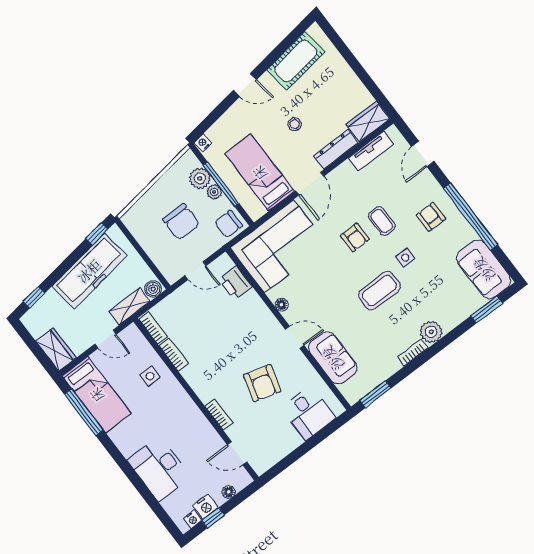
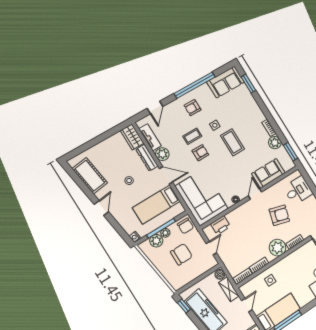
door: (423, 154) -> (155, 107), hinge flipped
plant: (345, 174) -> (162, 154), added
plant: (431, 332) -> (275, 143), moved
plant: (206, 384) -> (278, 248), added

